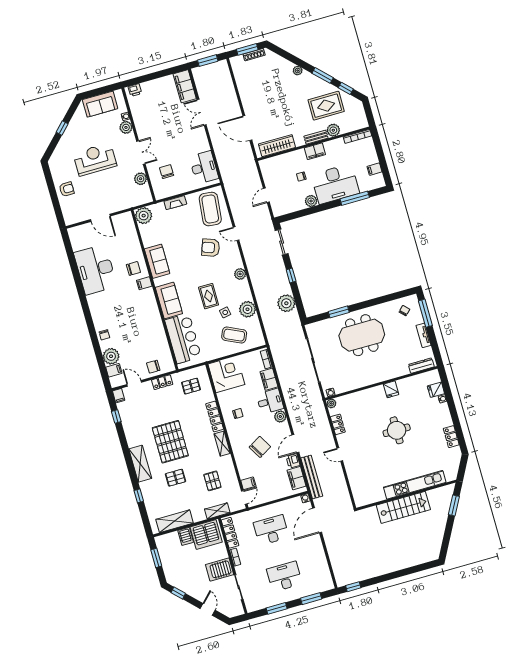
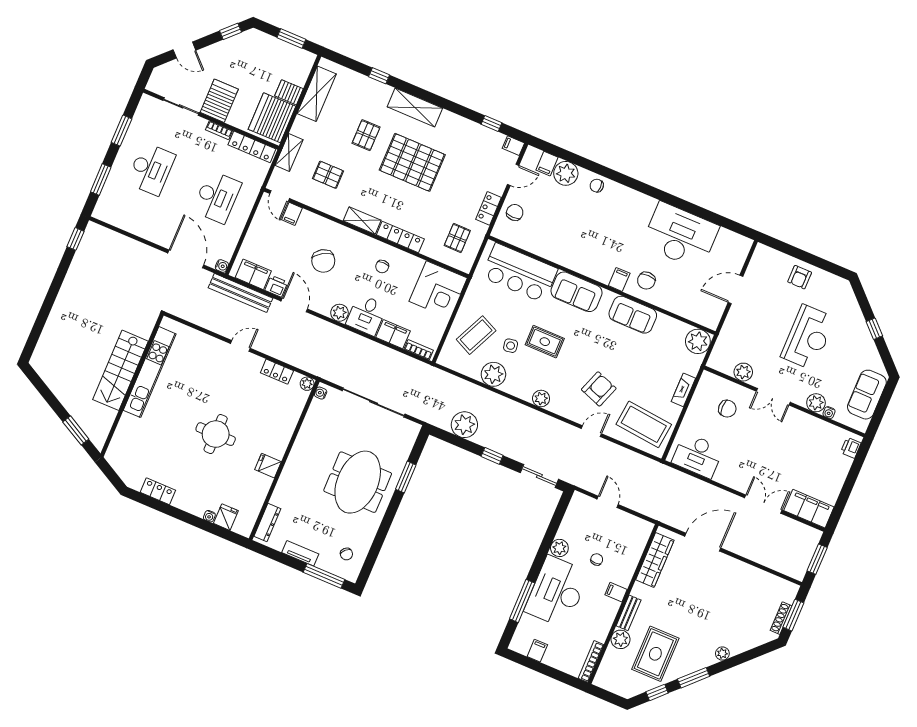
filing cabinet: (315, 151) -> (616, 592), width x0.50
kitchen unit: (415, 485) -> (150, 372), moved

